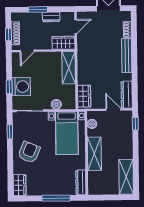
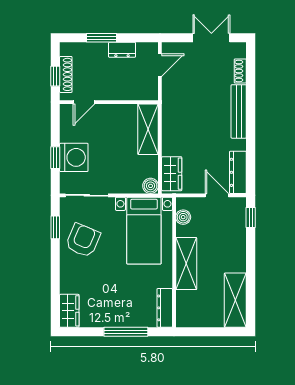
wardrobe: (64, 43) -> (141, 90), removed
boiler: (56, 104) -> (151, 186), moved
armchair: (29, 152) -> (83, 240), moved

